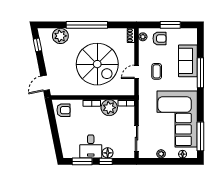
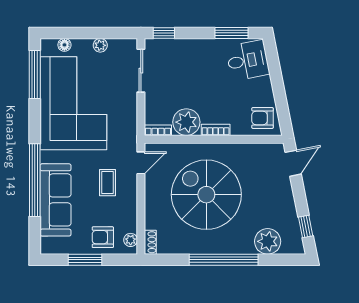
sofa: (188, 61) -> (56, 200), width x1.36
door: (137, 72) -> (141, 163), moved
window: (200, 73) -> (35, 180), width x1.46
desk: (91, 146) -> (248, 60), moved, turned 79
floor lamp: (108, 153) -> (189, 47), removed
window: (106, 161) -> (164, 33), moved

